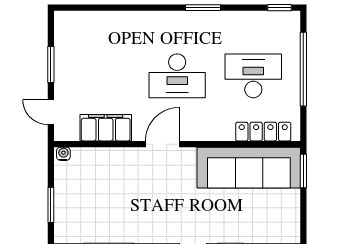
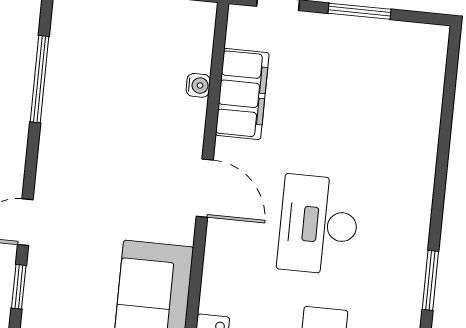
water cooler: (63, 154) -> (198, 85), moved

